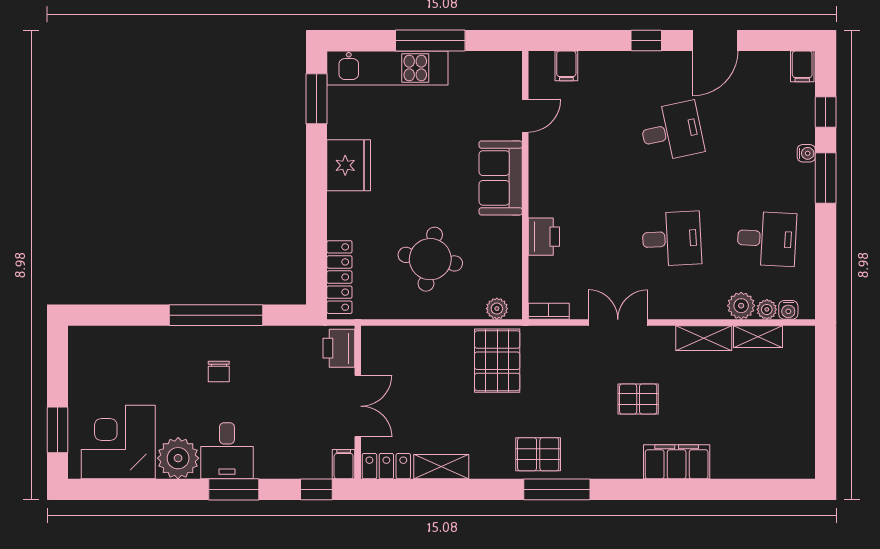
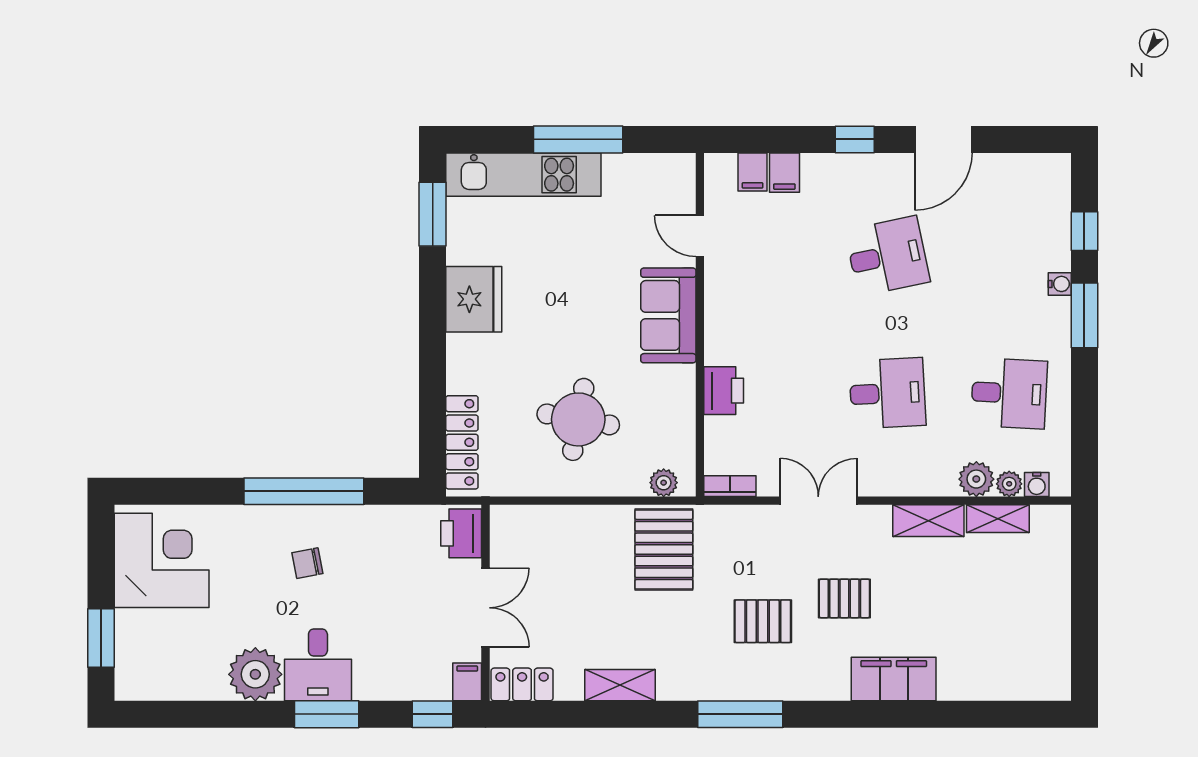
filing cabinet: (802, 66) -> (784, 173), moved
door: (525, 116) -> (700, 236), swing flipped
chair: (219, 371) -> (307, 563), turned 79
corner desk: (118, 442) -> (162, 560), moved, turned 90
pallet: (538, 454) -> (763, 621), moved
shelving: (441, 467) -> (620, 685), moved

